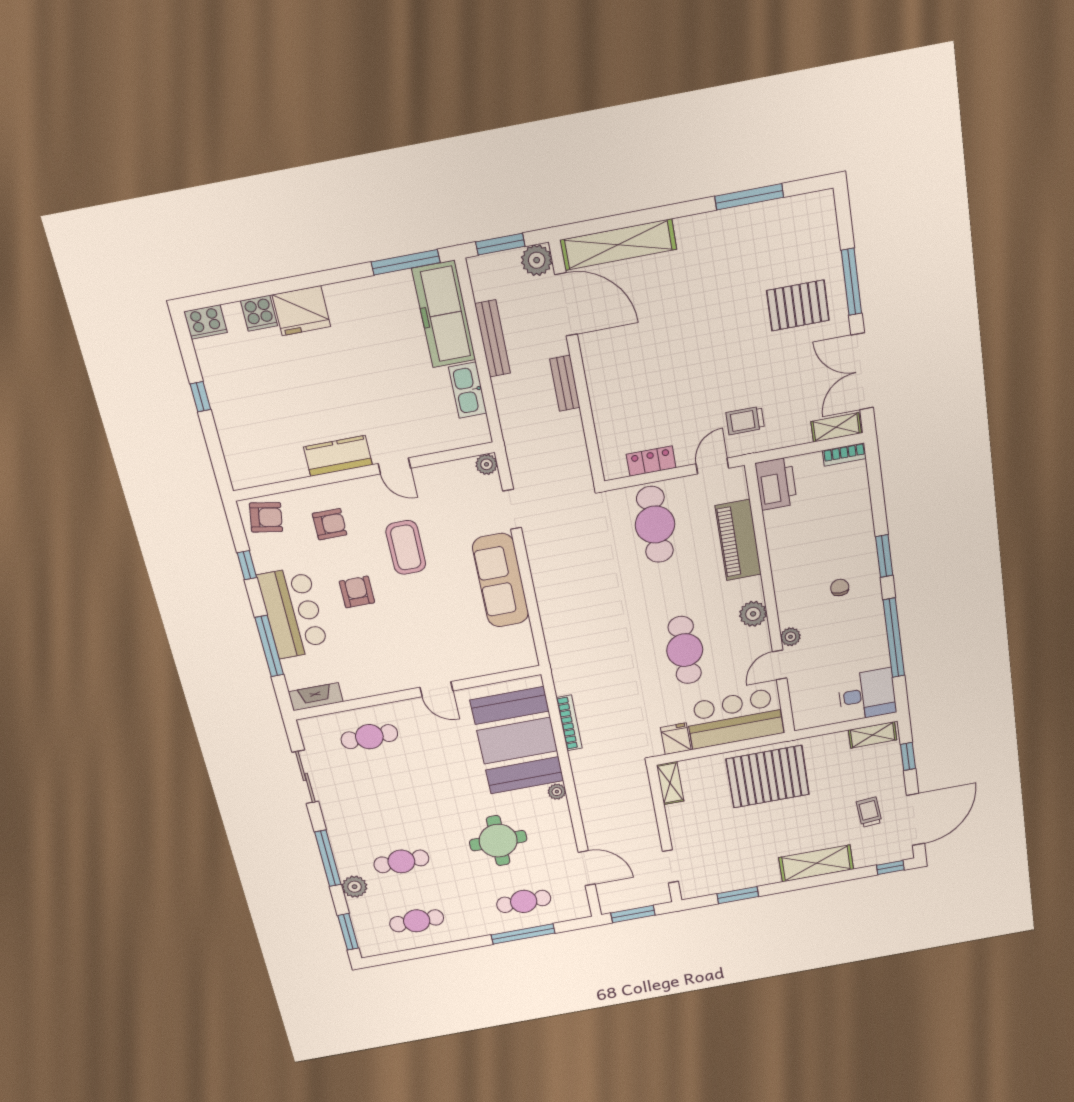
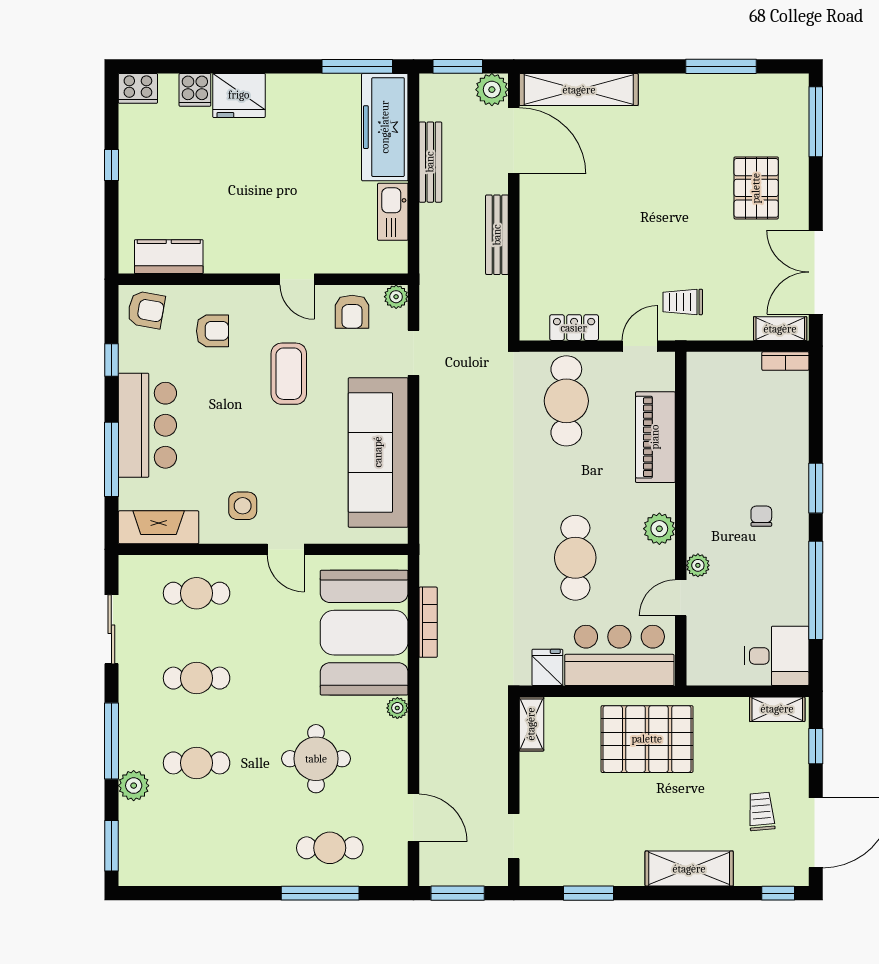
window: (851, 282) -> (816, 122), moved
pallet: (798, 305) -> (756, 188), turned 90
bench: (565, 383) -> (497, 235), width x1.36
kitchen counter: (338, 456) -> (169, 257), moved
printer: (776, 484) -> (706, 380), removed
sofa: (501, 580) -> (378, 452), width x1.36, depth x1.27
armchair: (357, 592) -> (352, 312), moved, turned 180
side table: (392, 662) -> (243, 506), added
fireplace: (316, 697) -> (159, 527), width x1.37, depth x1.32
cafe table: (417, 921) -> (197, 678), moved

